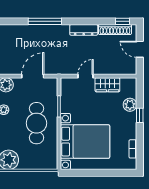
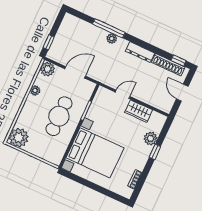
plant: (52, 30) -> (112, 39), added

